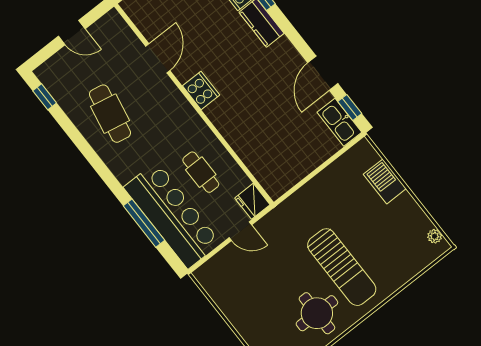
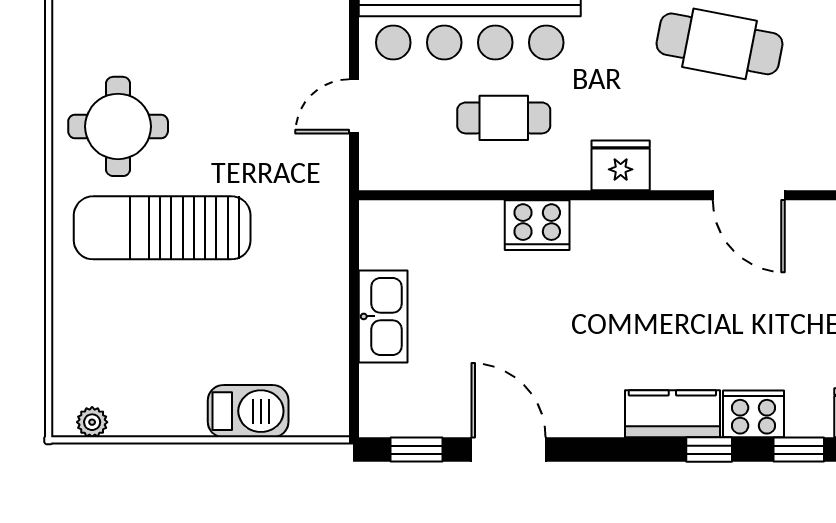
cooker: (201, 90) -> (537, 225), moved
kitchen sink: (339, 122) -> (383, 316), moved, turned 90
fridge: (252, 201) -> (621, 165), moved

